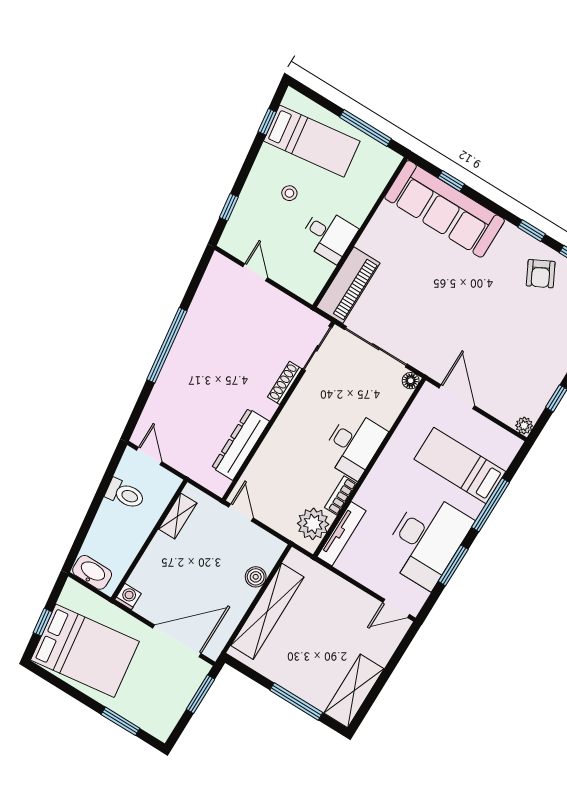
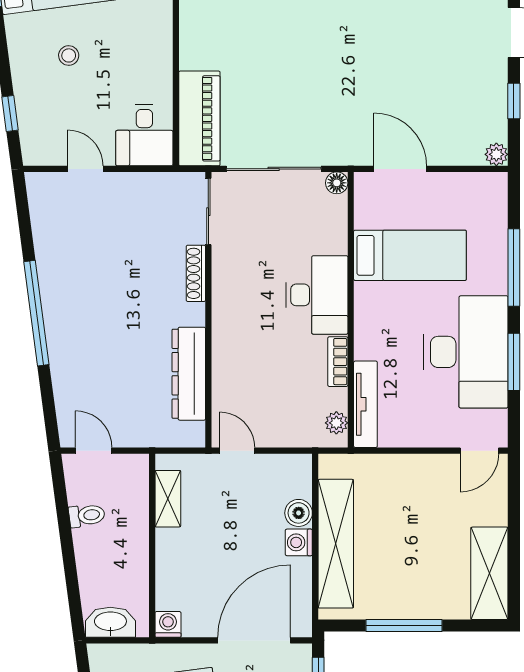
desk: (328, 235) -> (144, 135), moved, turned 90
bed: (460, 465) -> (410, 255), moved, turned 180
toilet: (125, 494) -> (87, 515), width x0.73, depth x0.72
plant: (313, 524) -> (336, 423), width x0.53, depth x0.53
washing machine: (244, 596) -> (299, 542), added
window: (296, 701) -> (404, 626), moved

